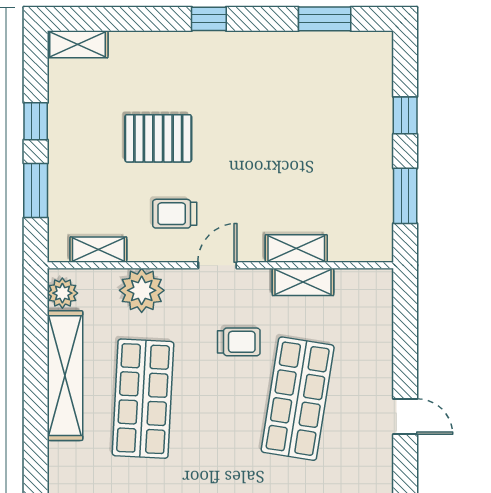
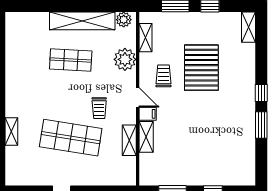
window: (325, 19) -> (261, 125), moved
pallet: (158, 138) -> (201, 68), width x1.37, depth x1.41
filing cabinet: (250, 245) -> (148, 114), added
shop shelf: (143, 399) -> (71, 60), width x0.70, depth x0.74

